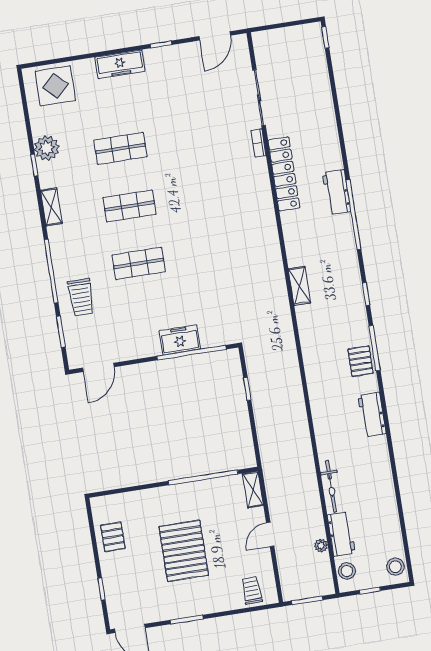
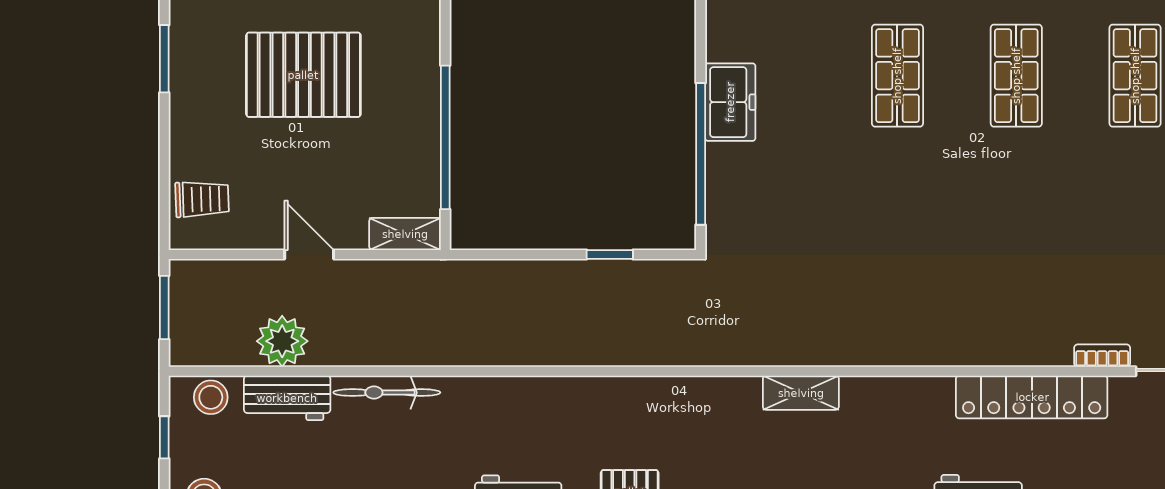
freezer: (180, 340) -> (730, 102), moved
plant: (321, 546) -> (282, 341), width x1.88, depth x1.88

